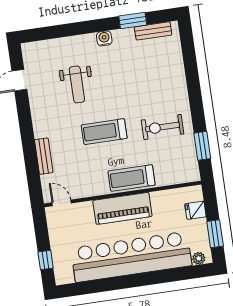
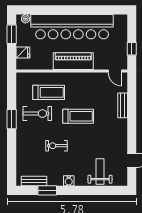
weight bench: (77, 84) -> (100, 171), moved
exercise bike: (129, 85) -> (56, 146), added
window: (202, 146) -> (12, 119), moved
treadmill: (132, 178) -> (49, 92), moved
window: (46, 260) -> (132, 49), moved

